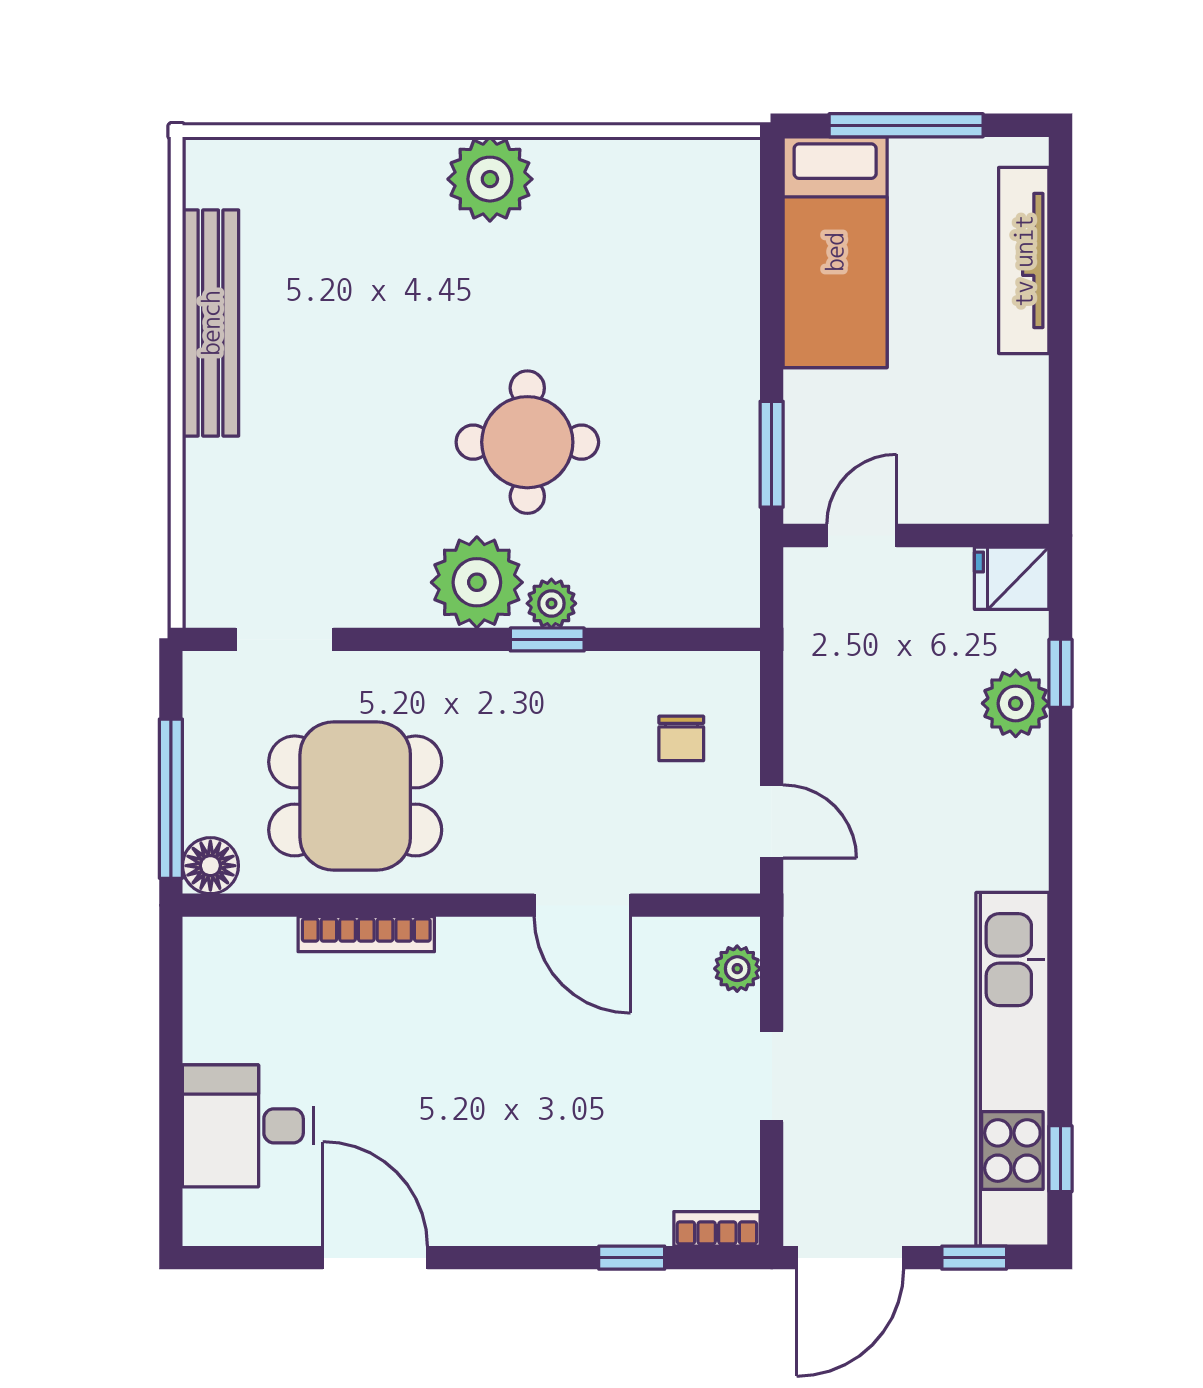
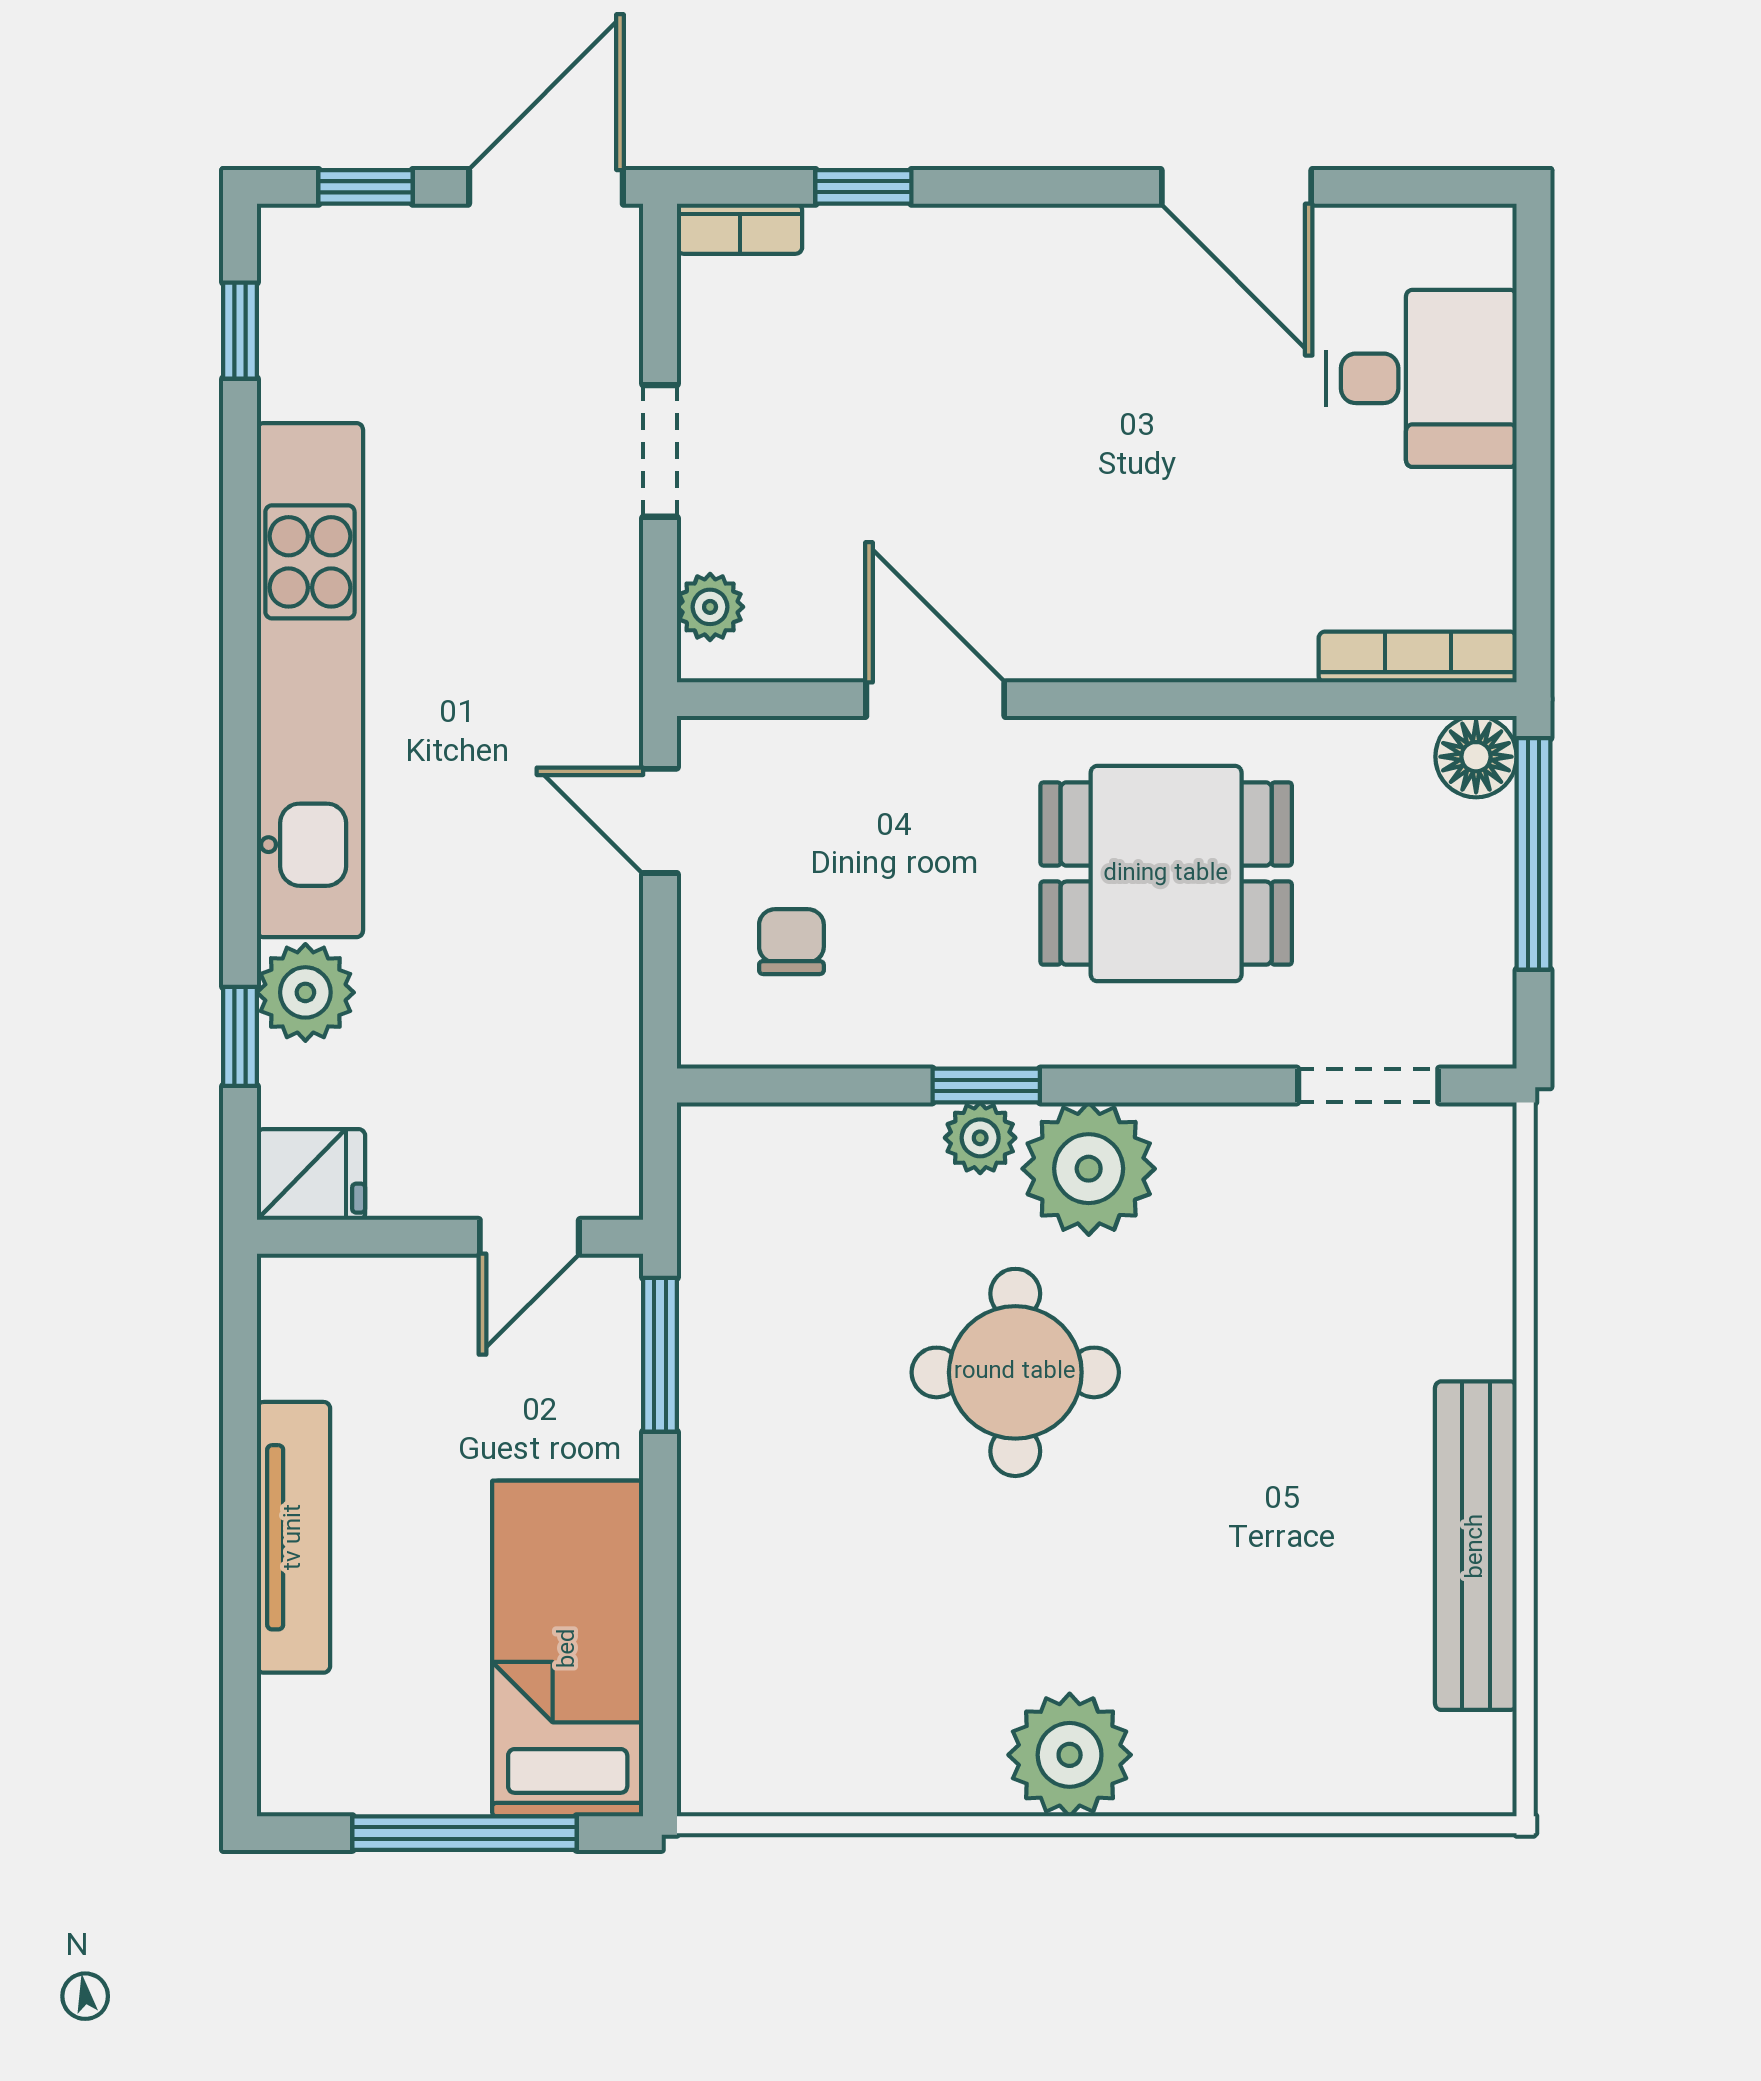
tv unit: (1024, 261) -> (294, 1537), moved
dining table: (355, 796) -> (1166, 874), moved
bookcase: (366, 934) -> (1418, 657), moved
kitchen unit: (1012, 1069) -> (310, 680), moved

